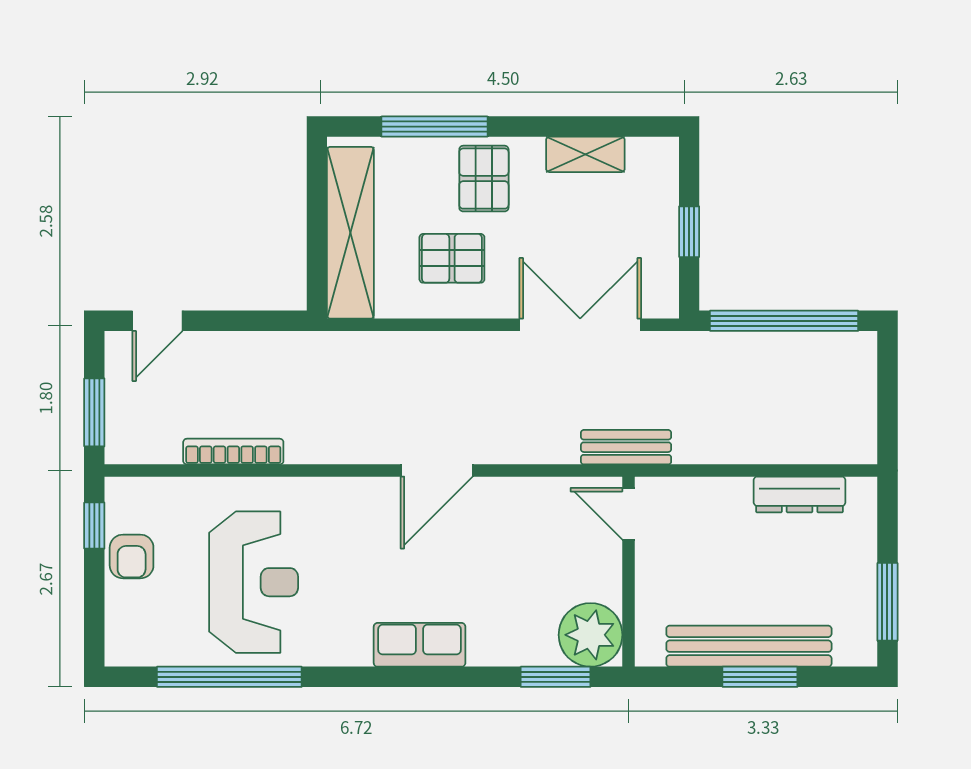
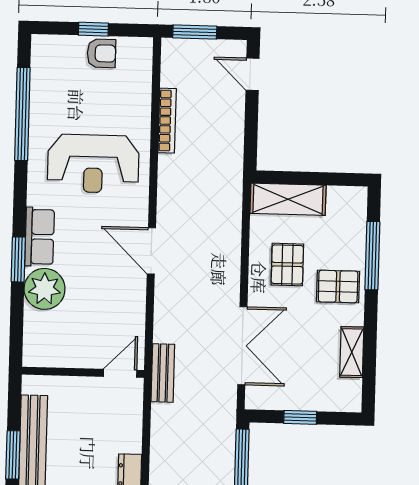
shelving: (350, 233) -> (288, 199), width x0.68
window: (94, 526) -> (93, 29), moved
armchair: (132, 556) -> (102, 53), turned 180
reception desk: (254, 582) -> (93, 164), moved
plant: (591, 635) -> (45, 289), moved
window: (556, 677) -> (18, 259), moved

